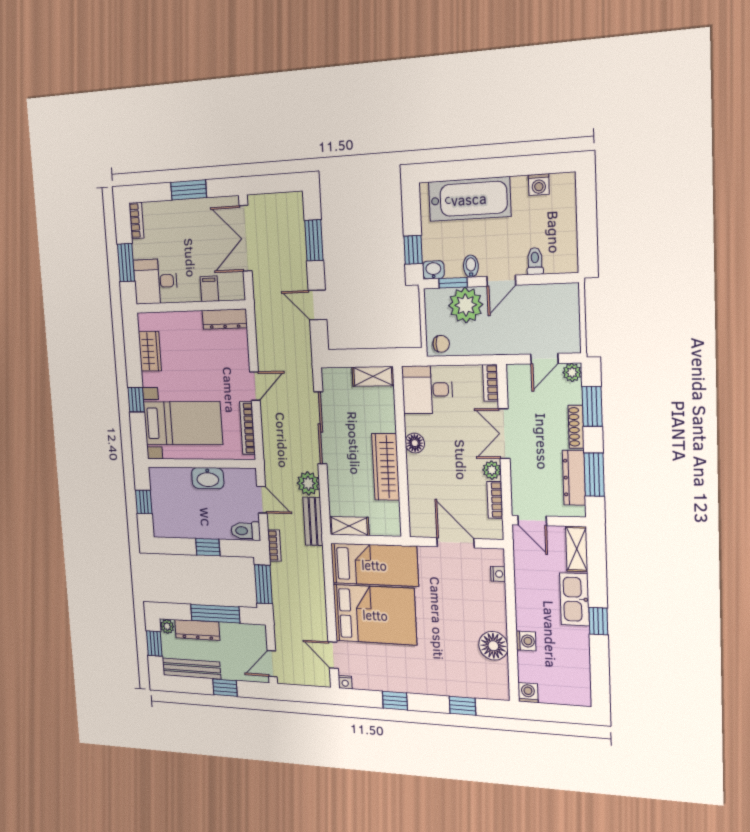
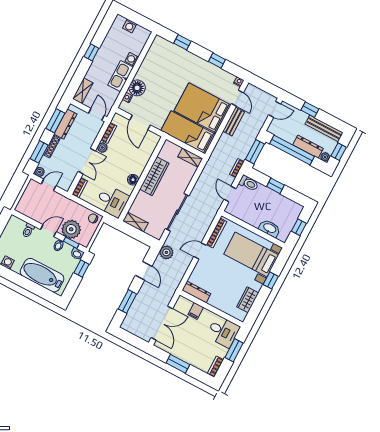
washbasin: (208, 478) -> (270, 228), moved
plant: (308, 483) -> (166, 252), moved
bench: (313, 521) -> (234, 121), moved
kitchen sink: (575, 599) -> (121, 76), moved, turned 180
window: (215, 614) -> (292, 150), width x1.46
floor lamp: (493, 646) -> (137, 88), moved
washing machine: (528, 693) -> (130, 26), moved

